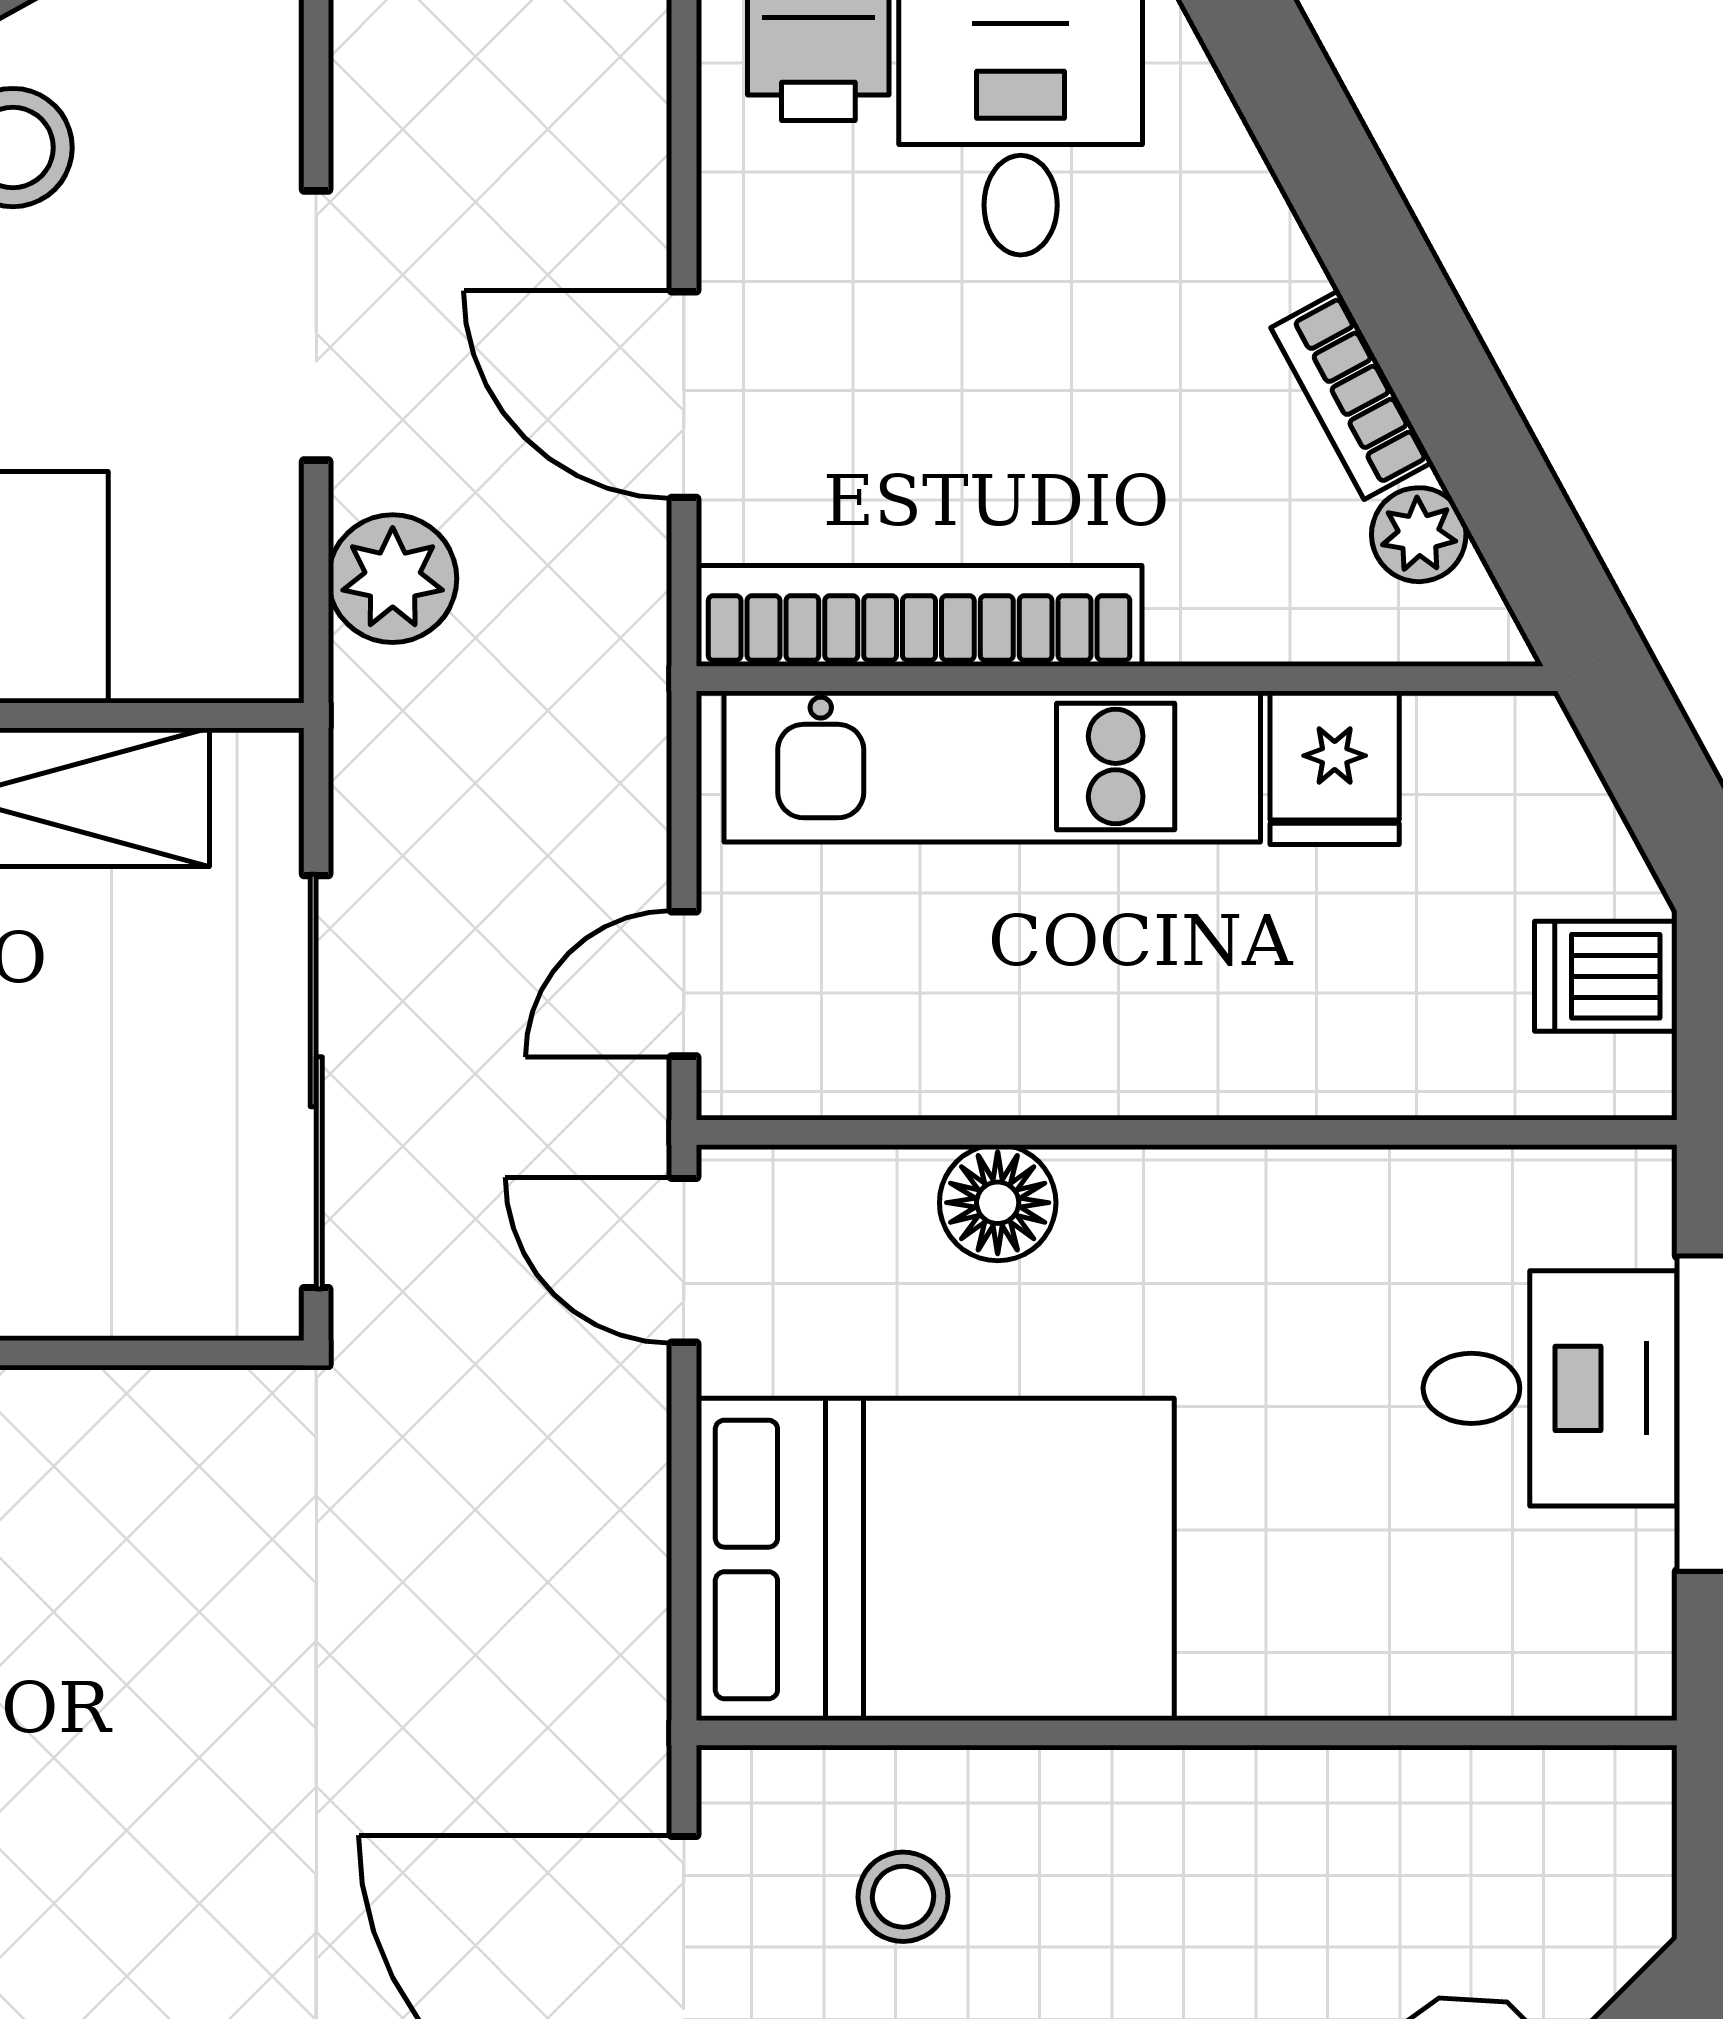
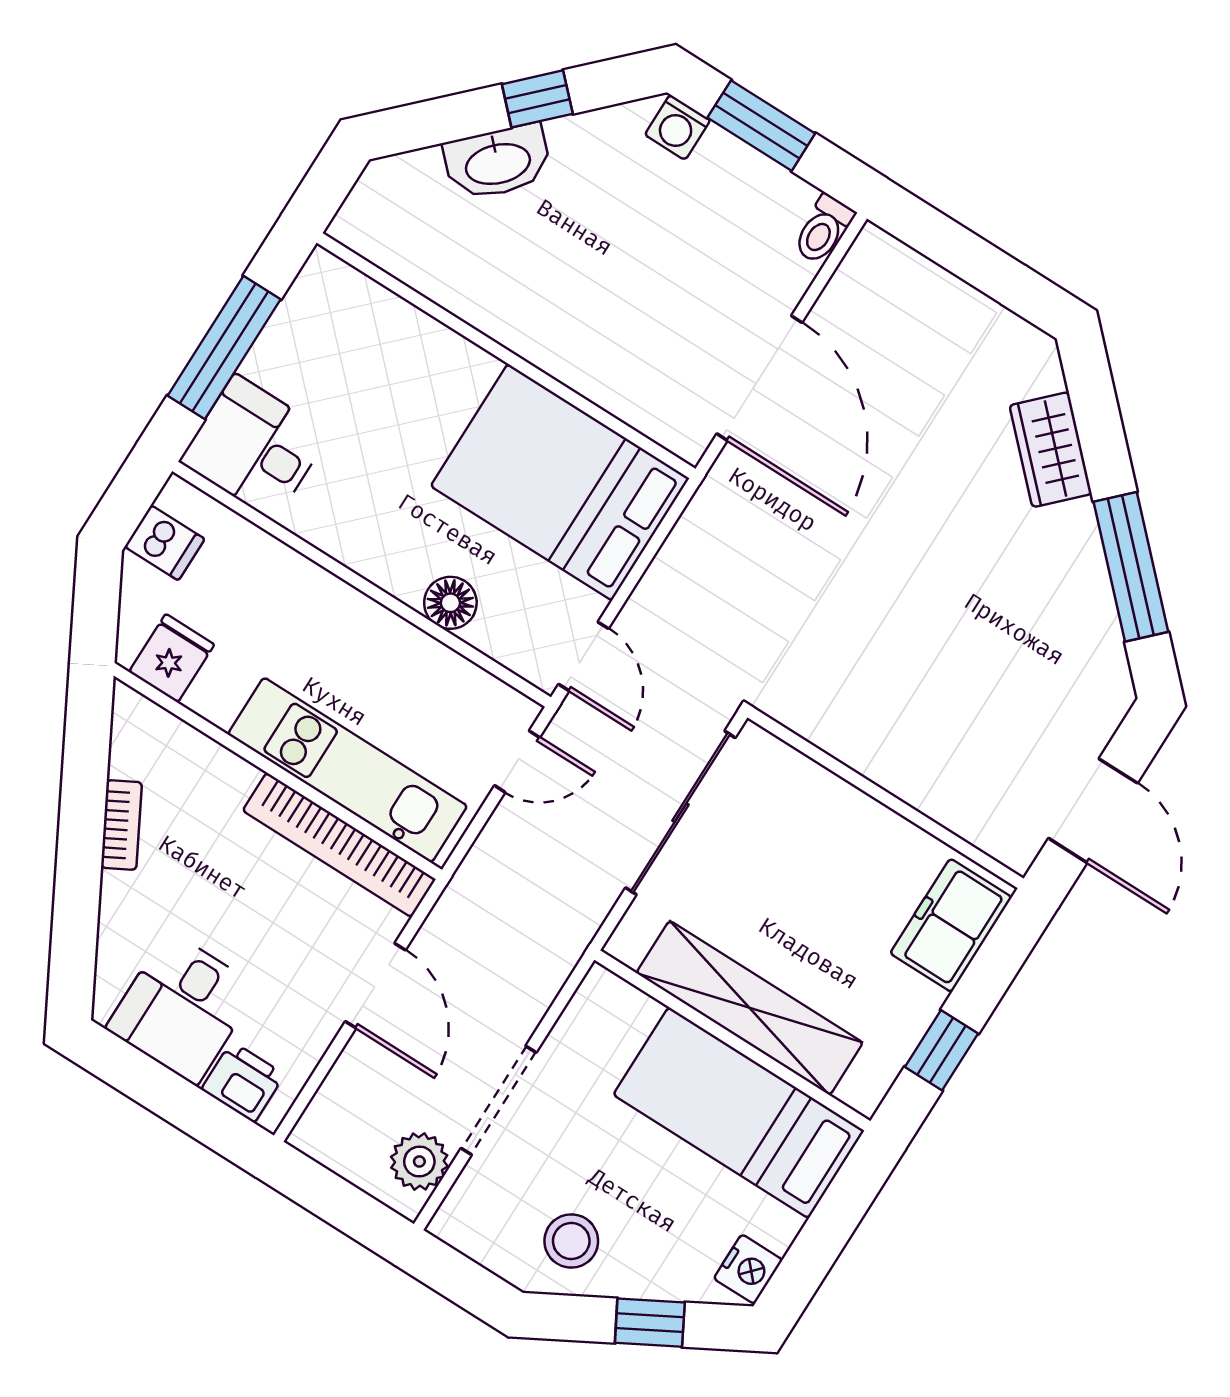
plant: (1419, 535) -> (130, 756), removed
plant: (393, 579) -> (419, 1162), moved
fridge: (1335, 768) -> (172, 658), moved
desk: (1550, 1388) -> (255, 447), moved
stool: (903, 1897) -> (653, 362), removed

